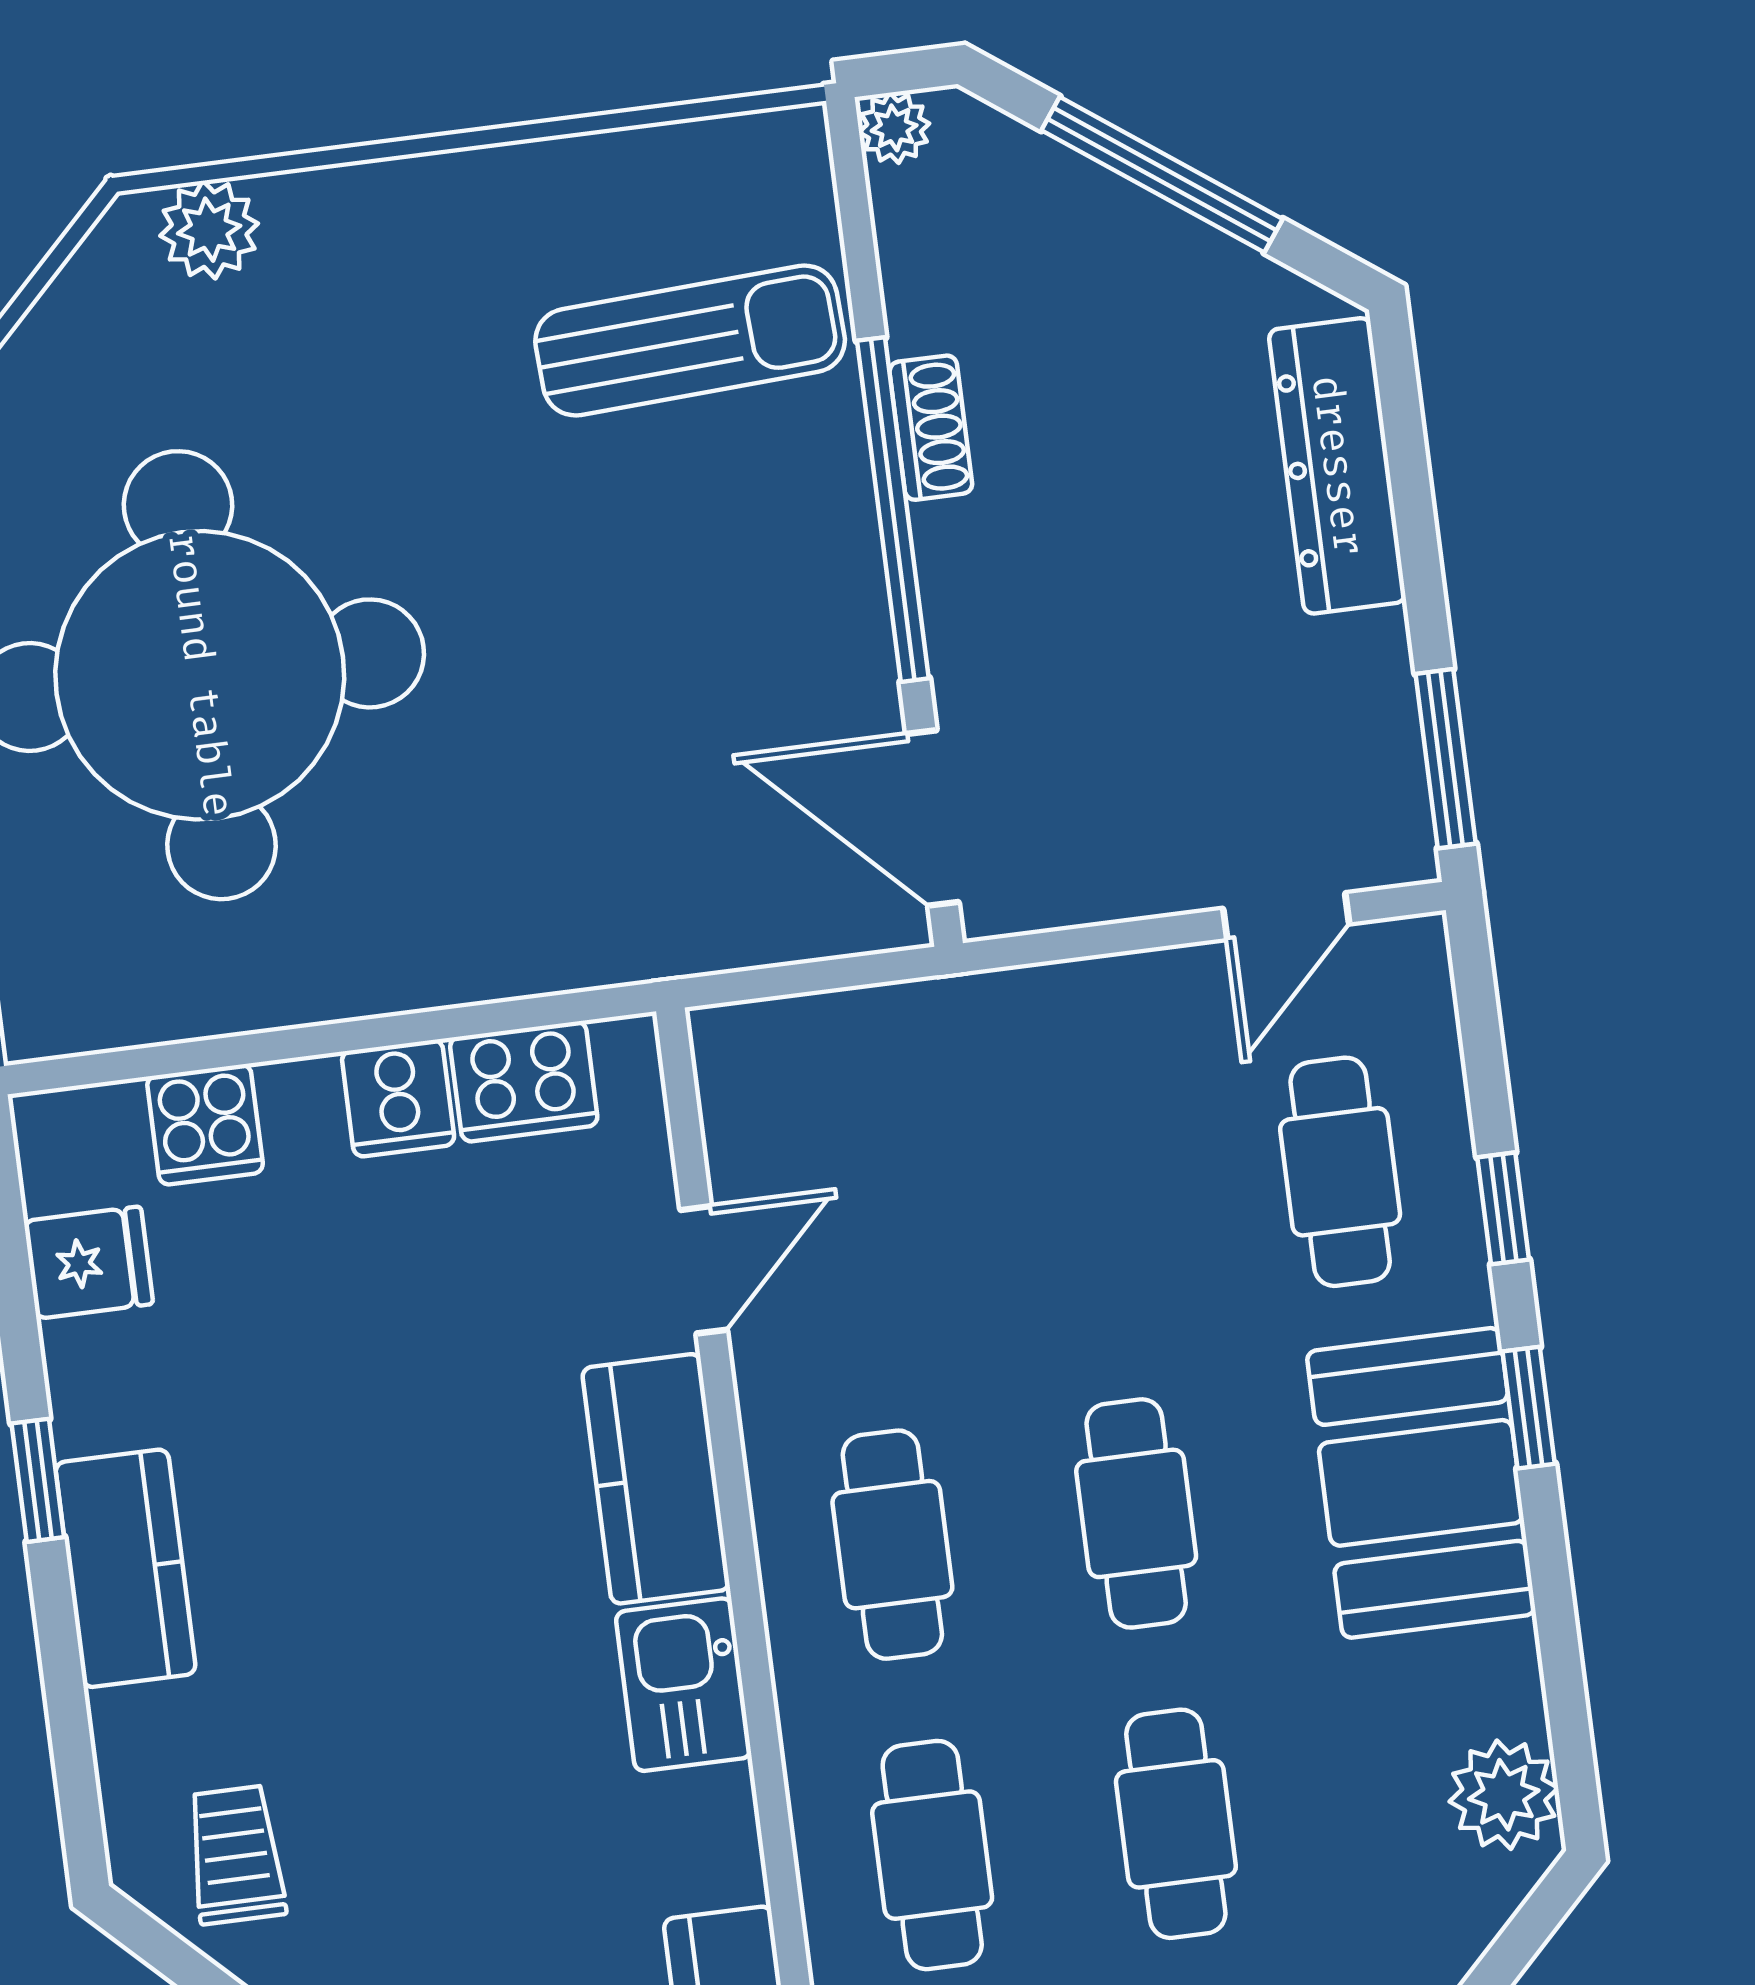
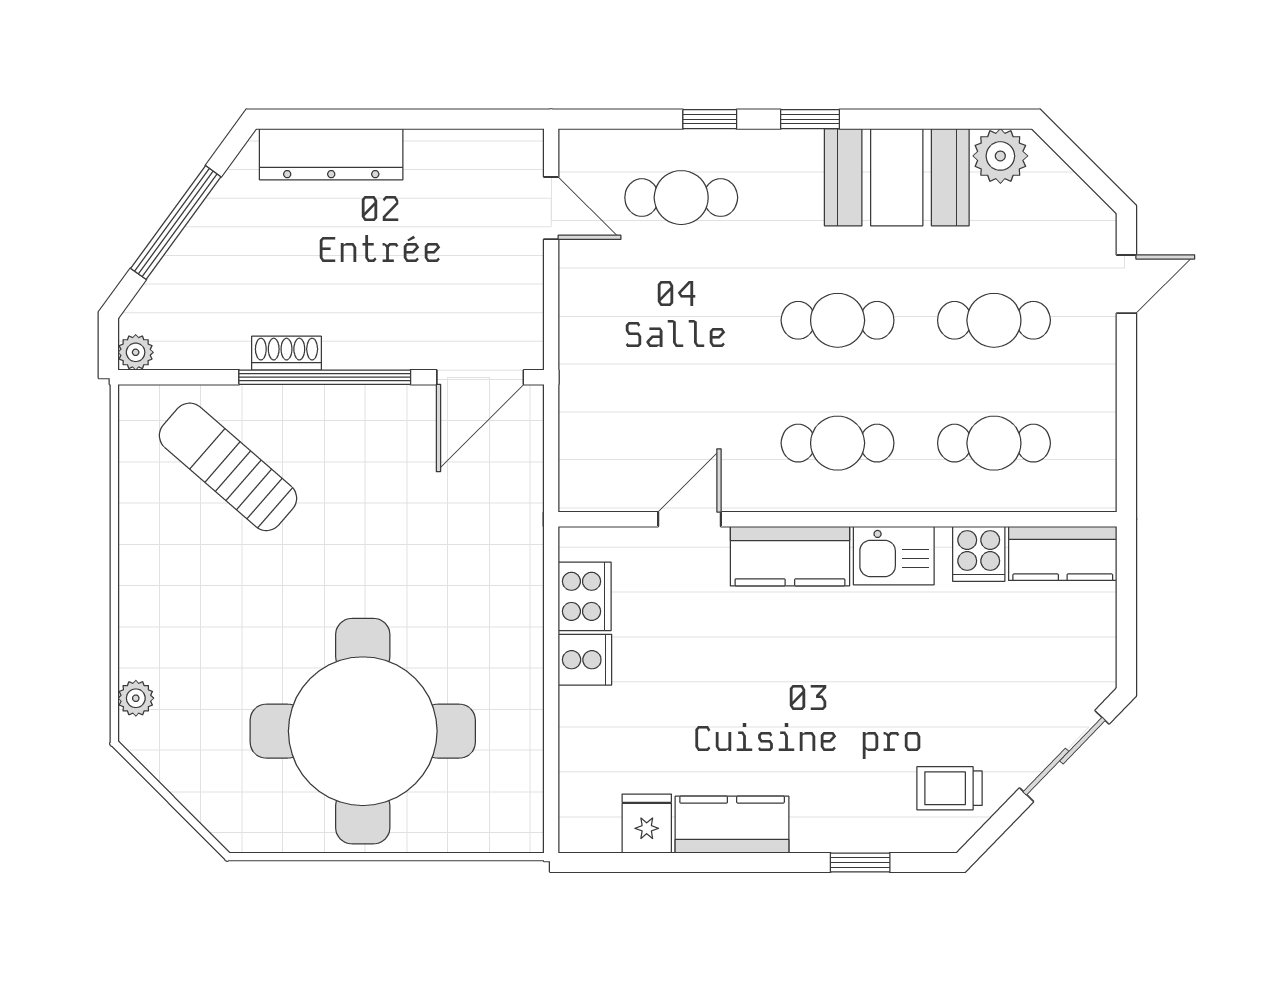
plant: (209, 230) -> (136, 698), width x0.73, depth x0.73
sun lounger: (690, 341) -> (228, 467), turned -46
window: (1446, 759) -> (483, 119), removed
cooker: (205, 1125) -> (979, 554), moved, turned 90
door: (704, 1270) -> (689, 519), hinge flipped
window: (38, 1480) -> (860, 862), moved
booth: (1421, 1483) -> (897, 177), moved
kitchen counter: (126, 1568) -> (732, 825), moved

